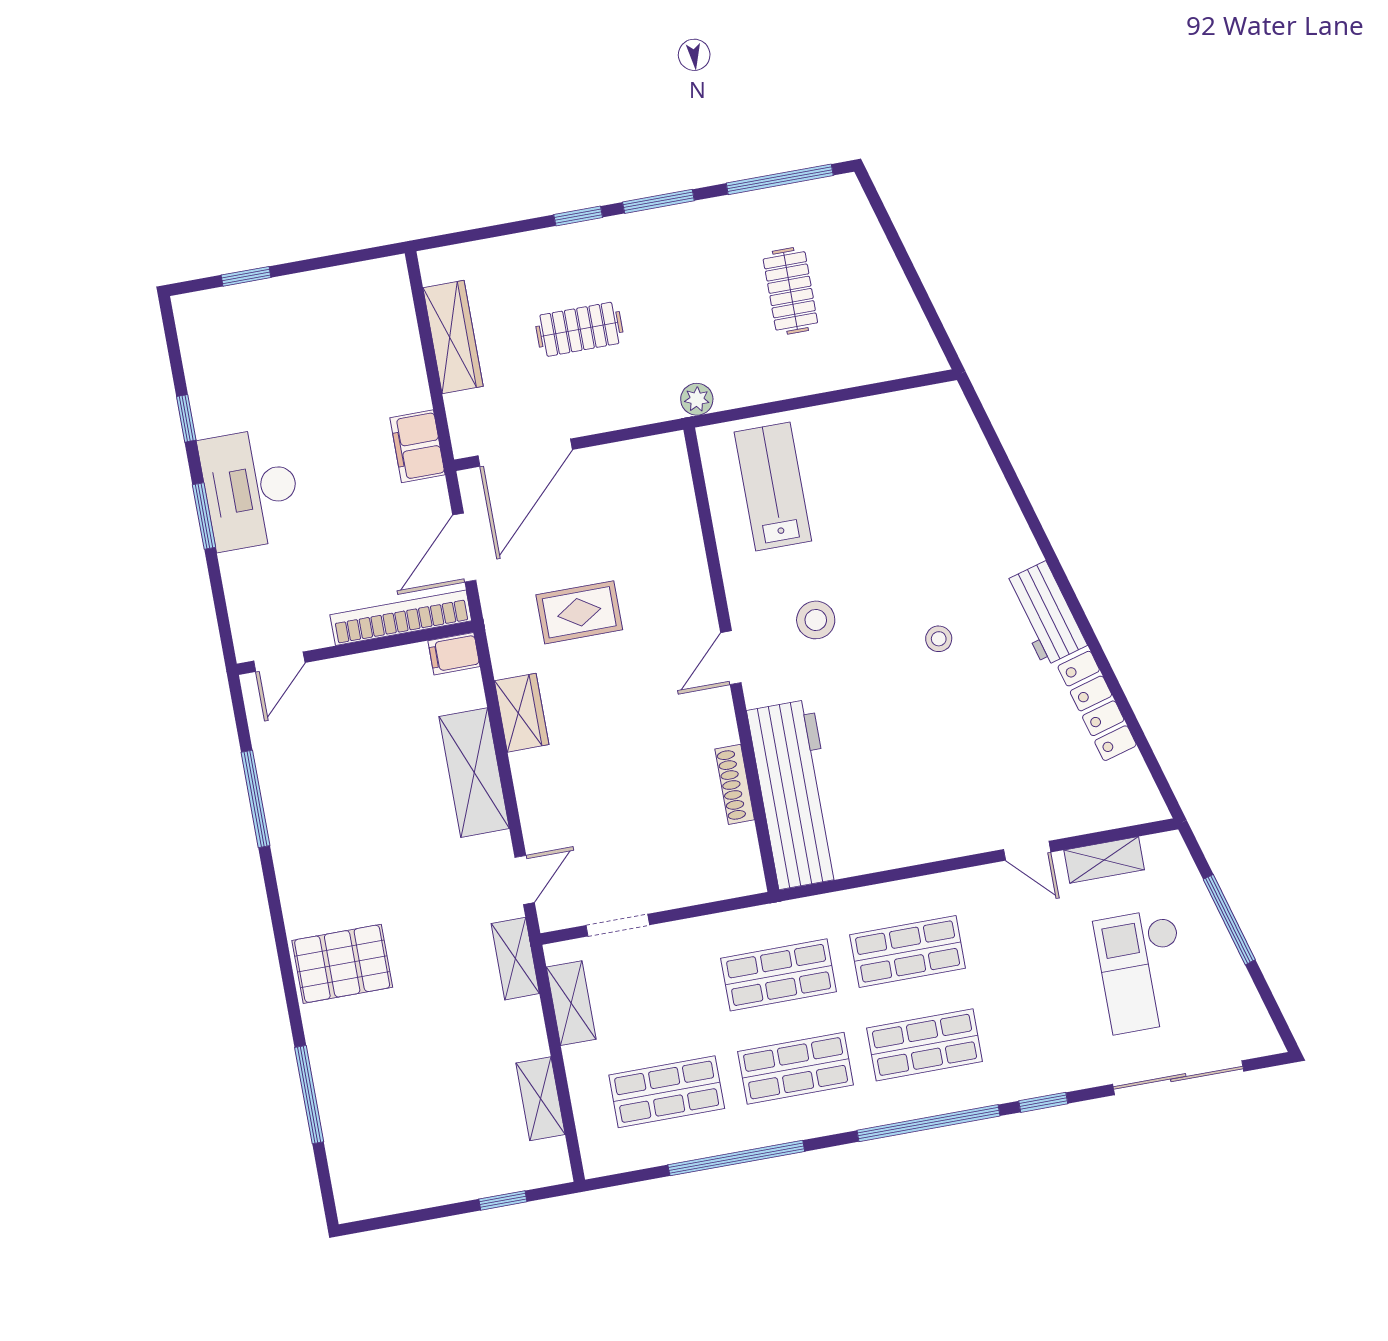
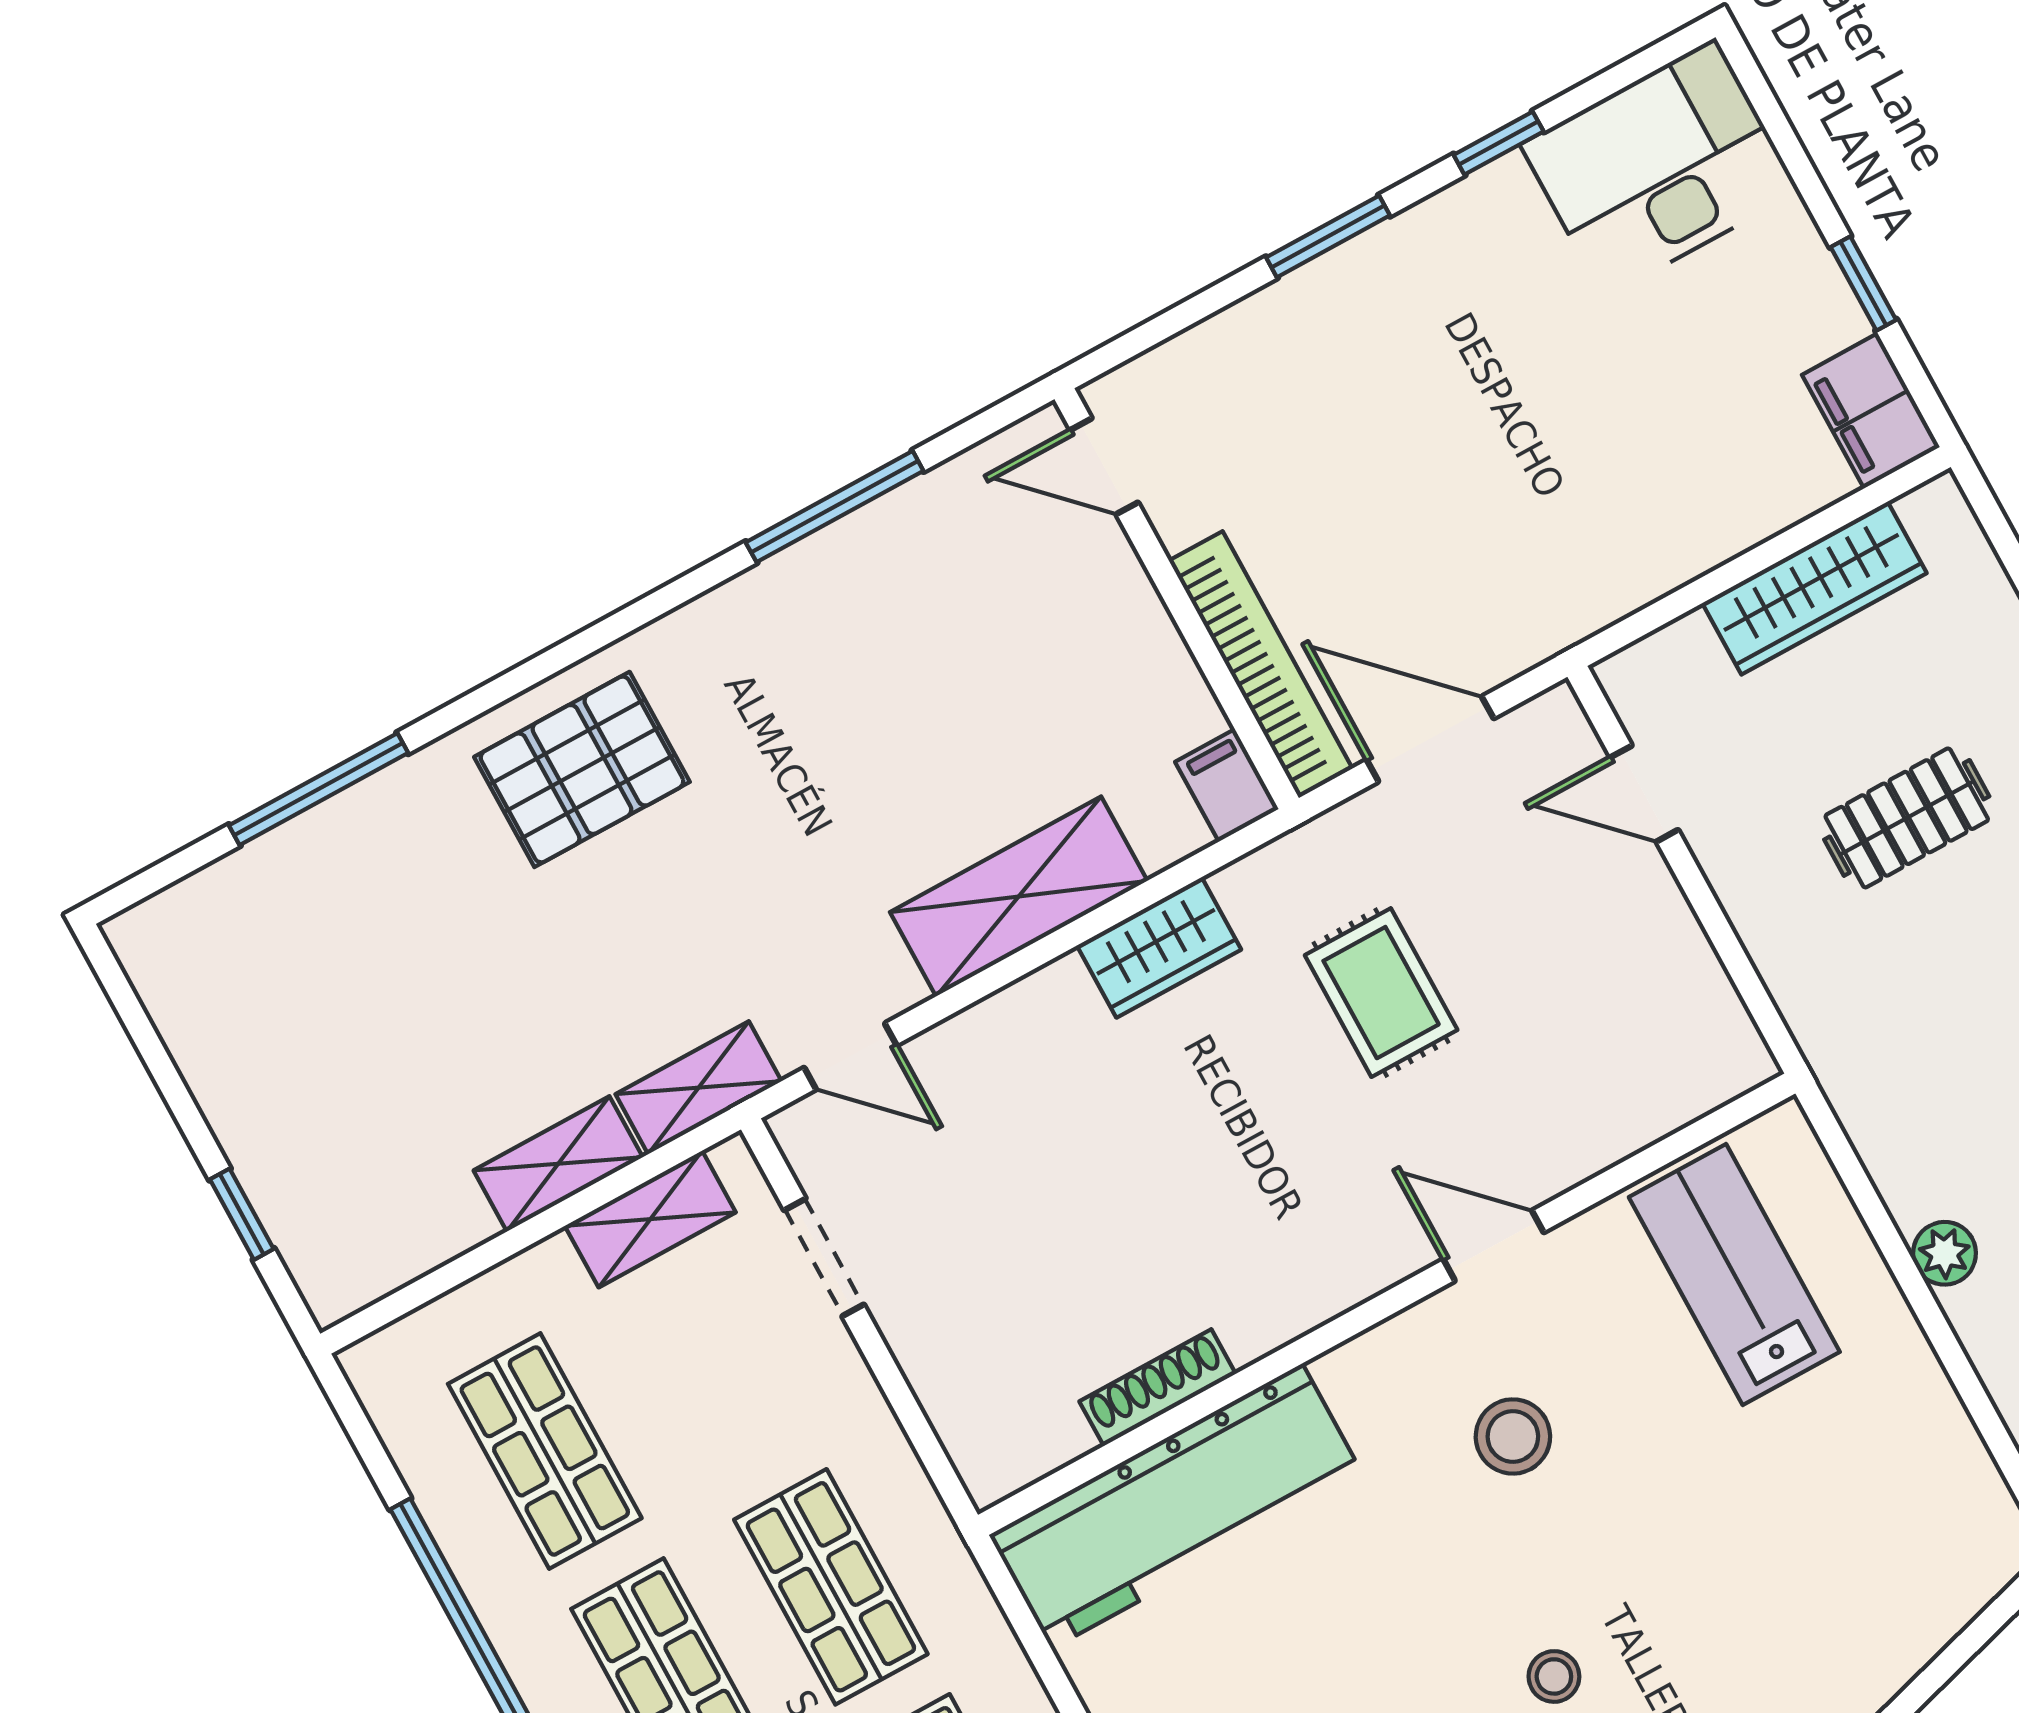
window: (246, 276) -> (1863, 283), moved
clothes rail: (579, 329) -> (1907, 818), turned 90
plant: (697, 399) -> (1945, 1253), moved
filing cabinet: (417, 446) -> (1871, 411), moved, turned -90
door: (525, 453) -> (1644, 794), width x0.53
lab bench: (773, 487) -> (1734, 1275), turned -90
desk: (251, 489) -> (1660, 168), moved
door: (731, 658) -> (1493, 1246), moved
pallet: (342, 964) -> (582, 769), turned 90
shelving: (540, 1099) -> (558, 1164), moved

